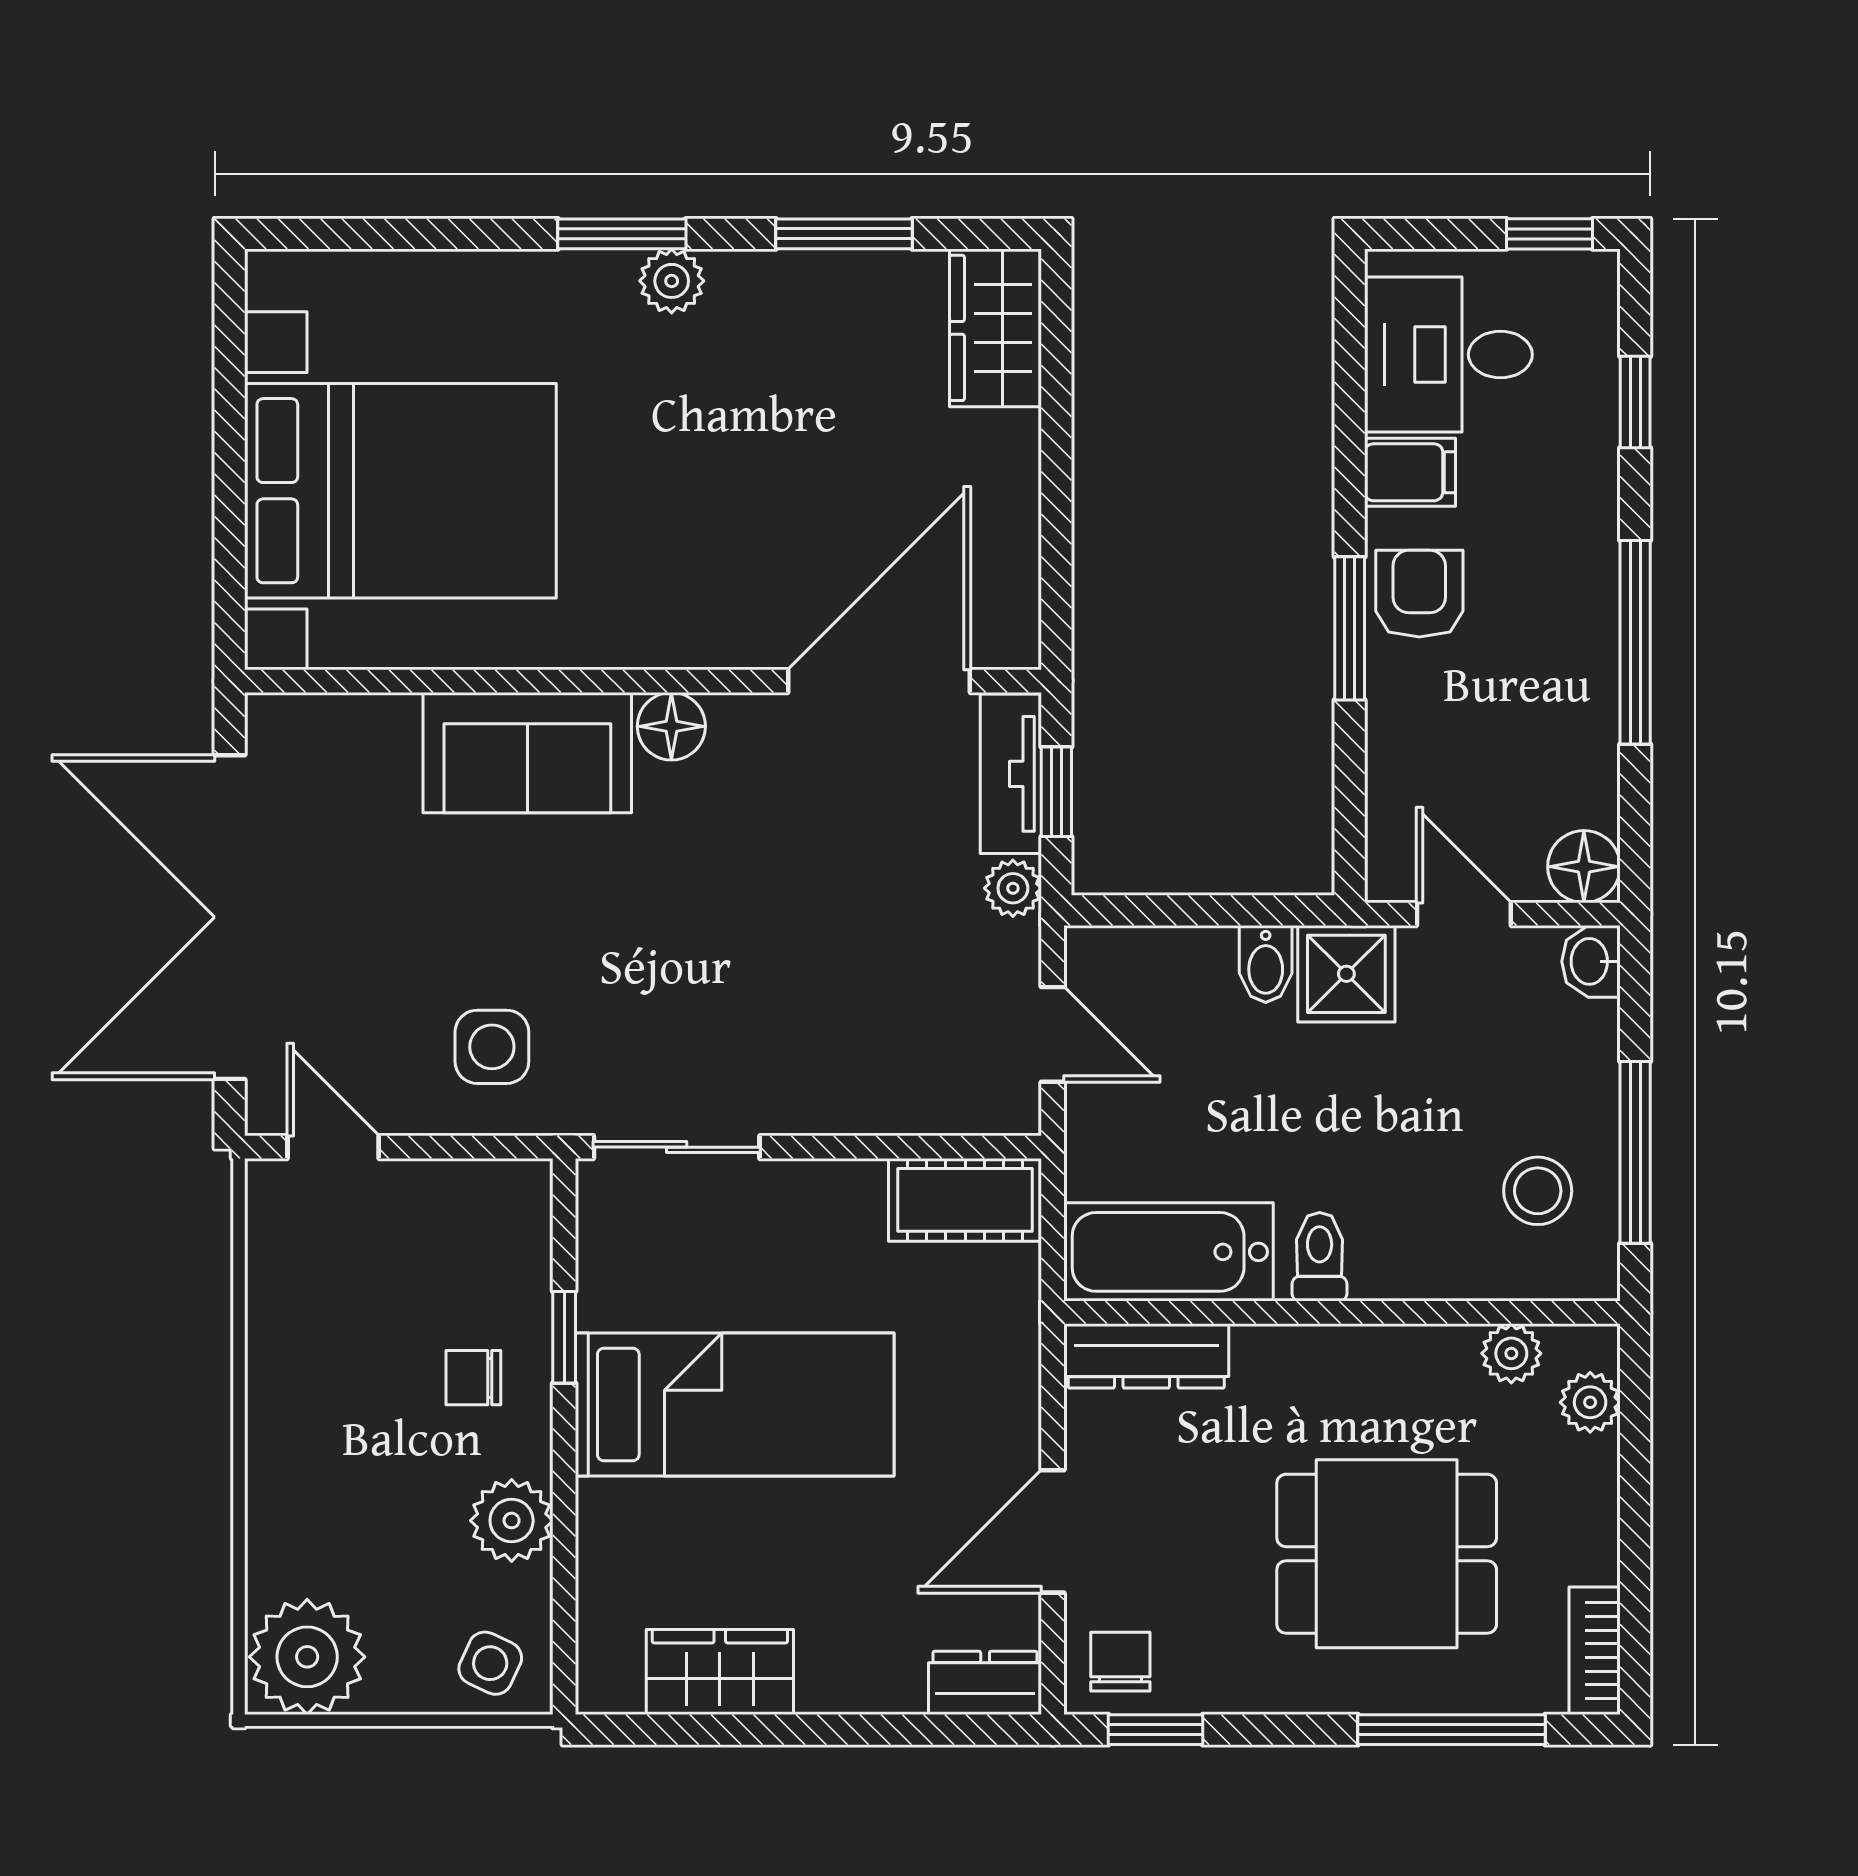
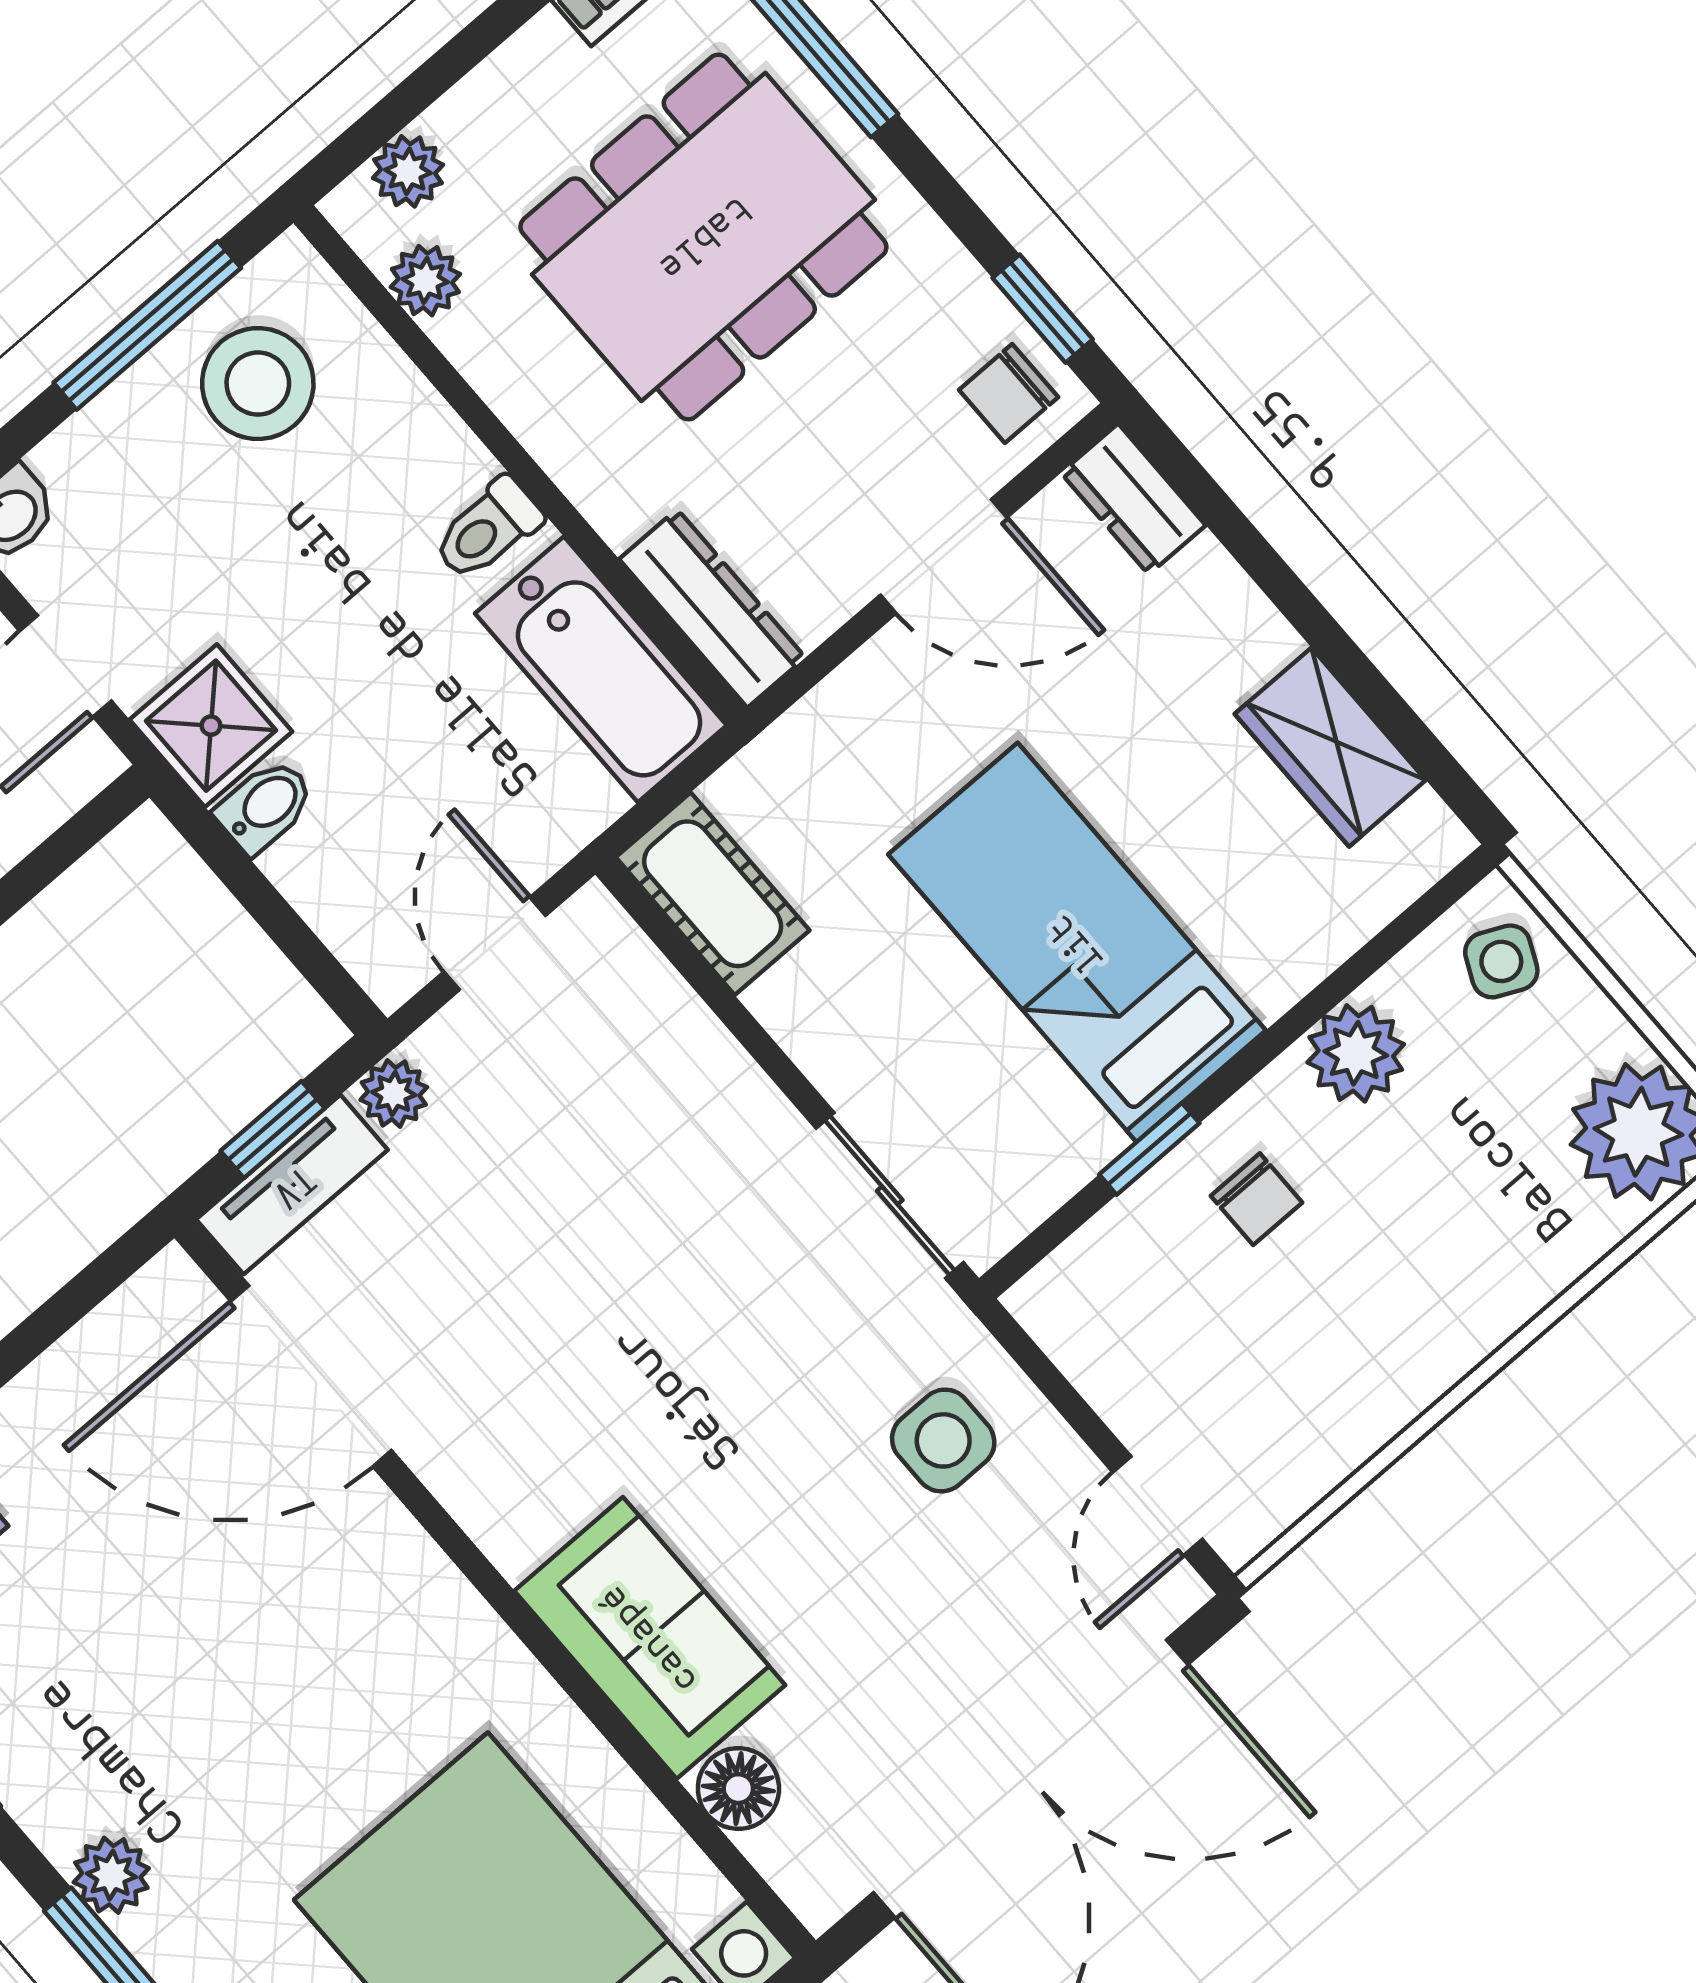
floor lamp: (671, 726) -> (738, 1789), moved
stool: (1538, 1191) -> (258, 384), width x1.38, depth x1.38
dining table: (1387, 1554) -> (703, 237), width x1.38

